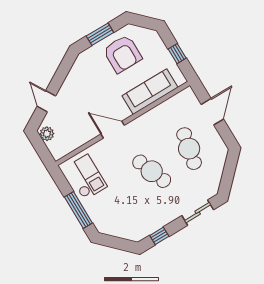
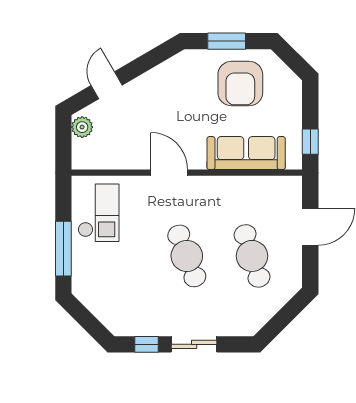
window: (177, 54) -> (310, 142), moved
cafe table: (189, 149) -> (252, 256), turned -30
sliding door: (198, 213) -> (194, 344), moved

